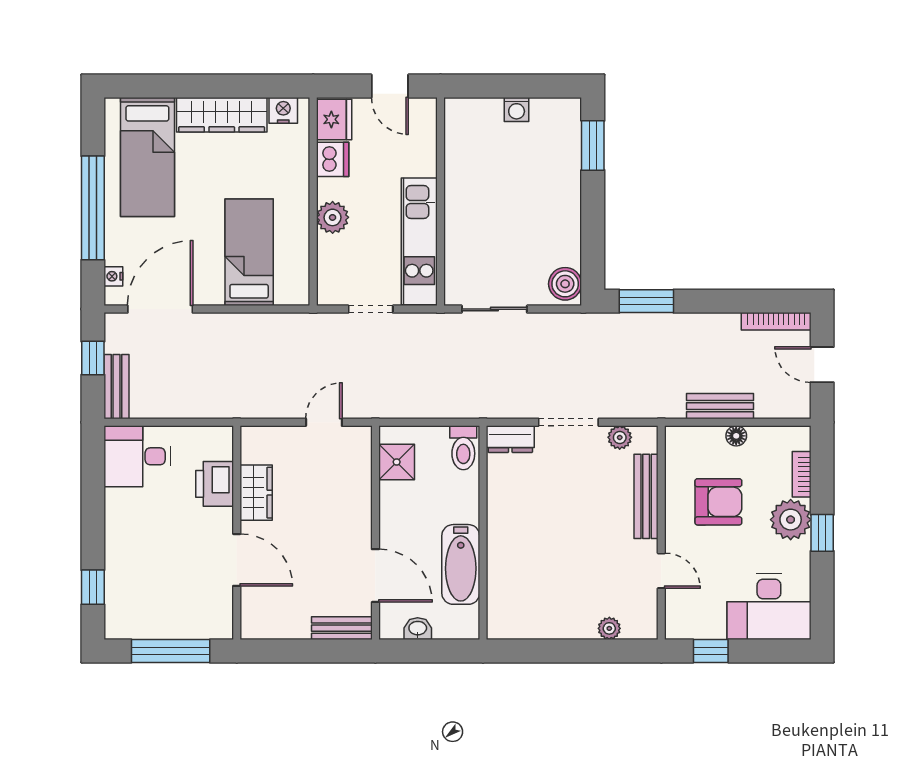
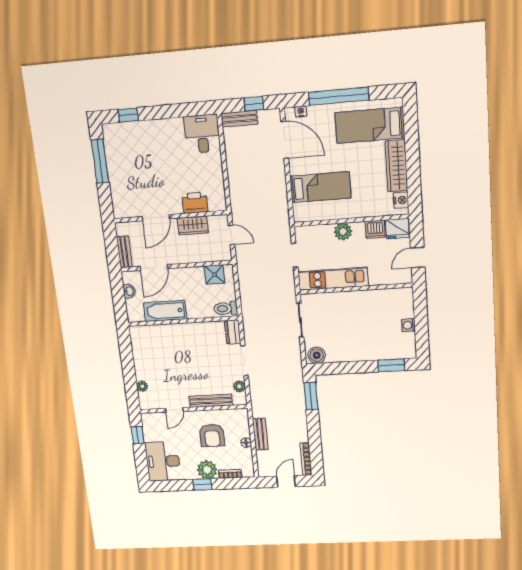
printer: (215, 484) -> (195, 203), moved
wardrobe: (256, 493) -> (193, 225), moved
wall: (237, 533) -> (170, 217), moved
door: (237, 560) -> (156, 218), moved

